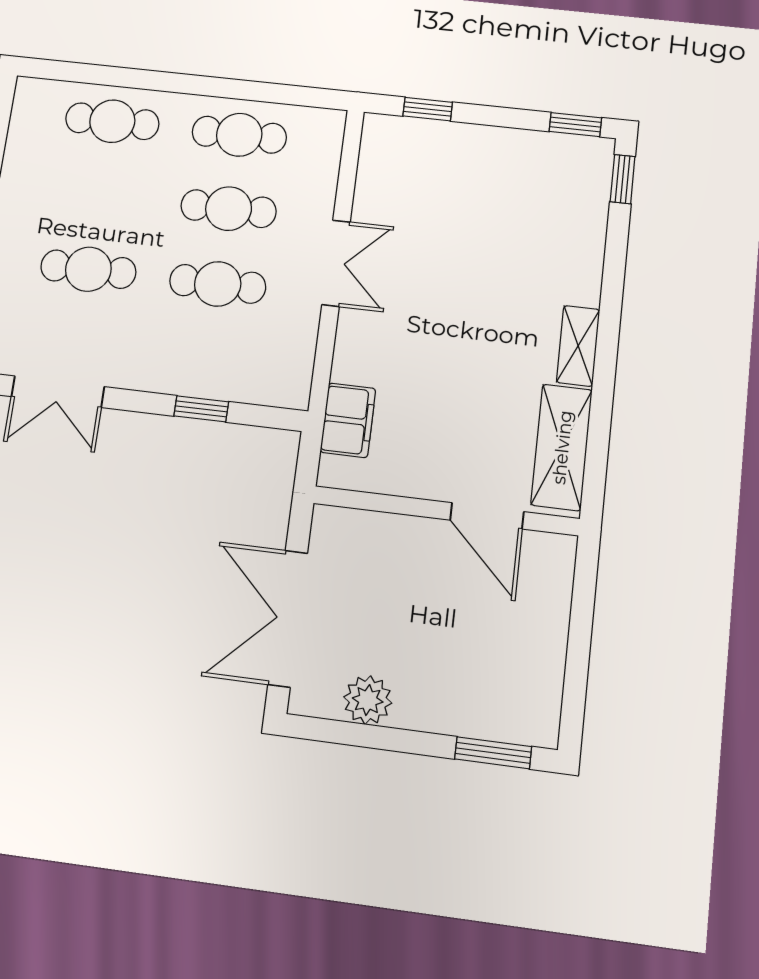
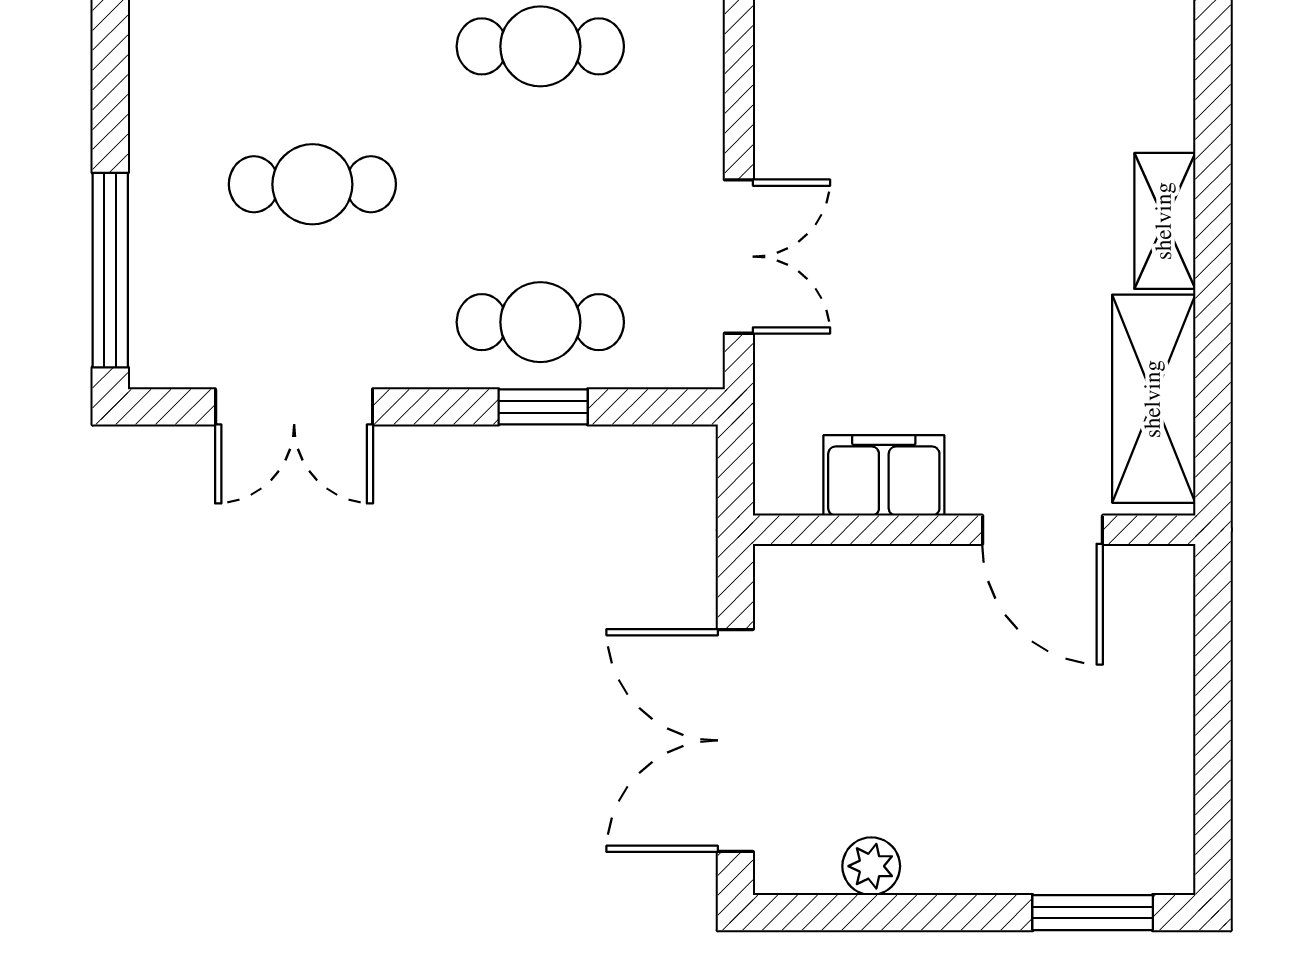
double door: (336, 263) -> (739, 257), moved
cafe table: (218, 284) -> (540, 322), moved
filing cabinet: (348, 420) -> (884, 475), moved, turned -90
plant: (368, 700) -> (871, 866), width x0.73, depth x0.73

